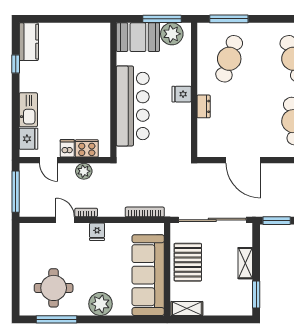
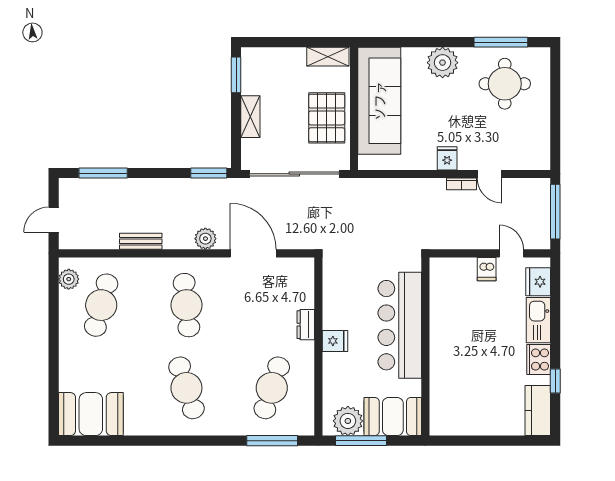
cooker: (87, 148) -> (539, 360), moved, turned 90
plant: (84, 171) -> (205, 239), moved
bookcase: (145, 212) -> (384, 185), removed

